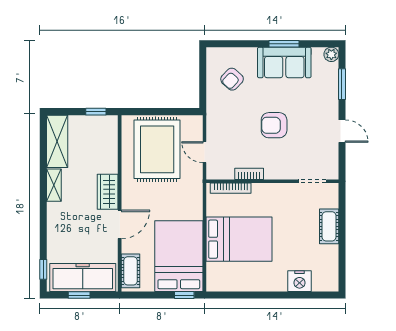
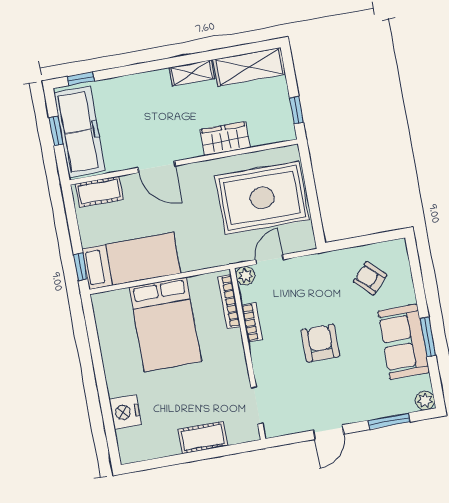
plant: (213, 172) -> (245, 276), added
wardrobe: (108, 192) -> (225, 139), moved
bed: (179, 256) -> (131, 261), width x0.67

